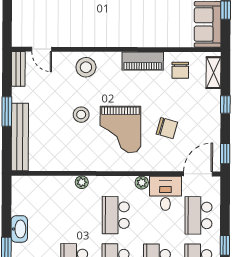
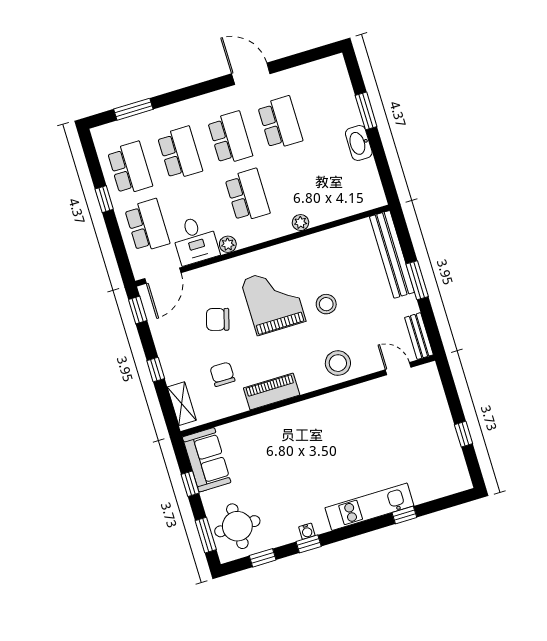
chair: (180, 70) -> (222, 374), moved

